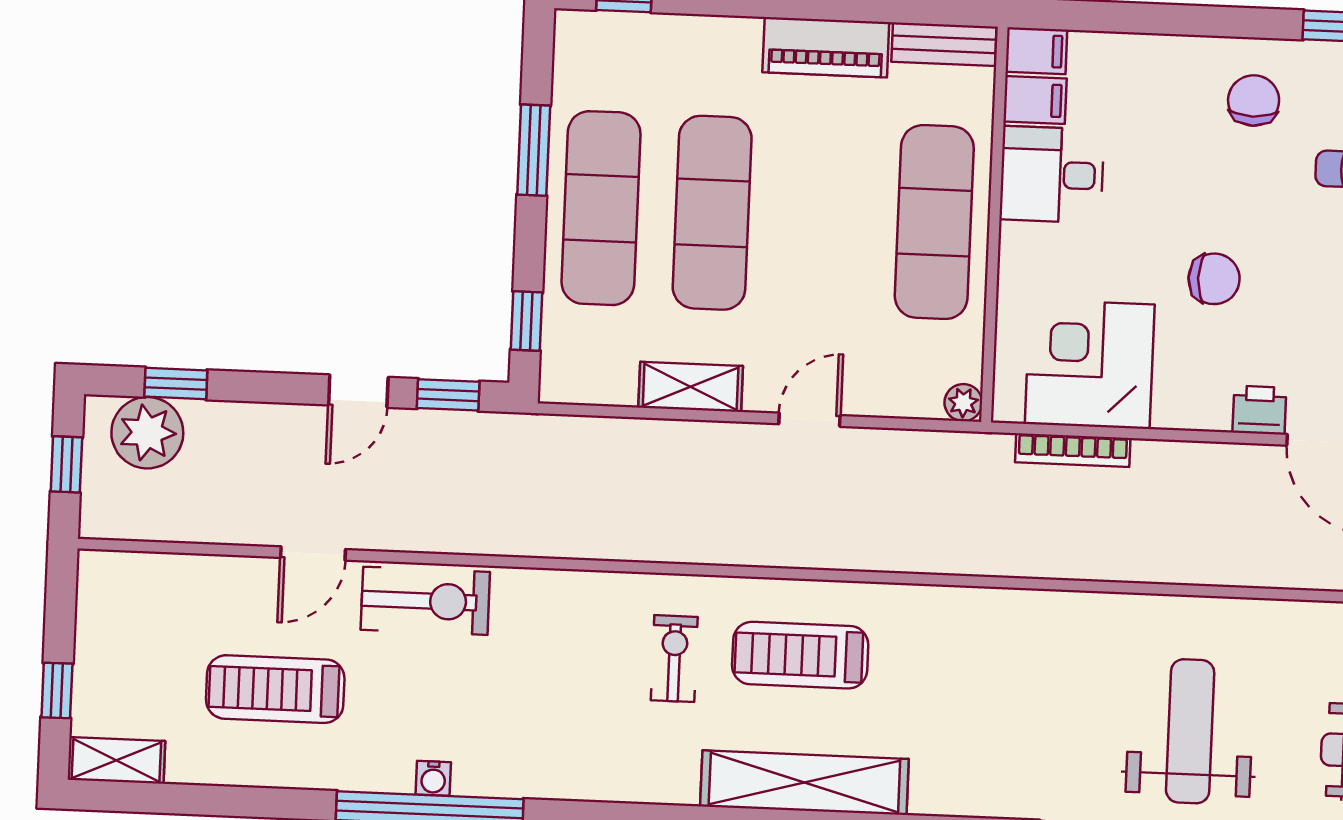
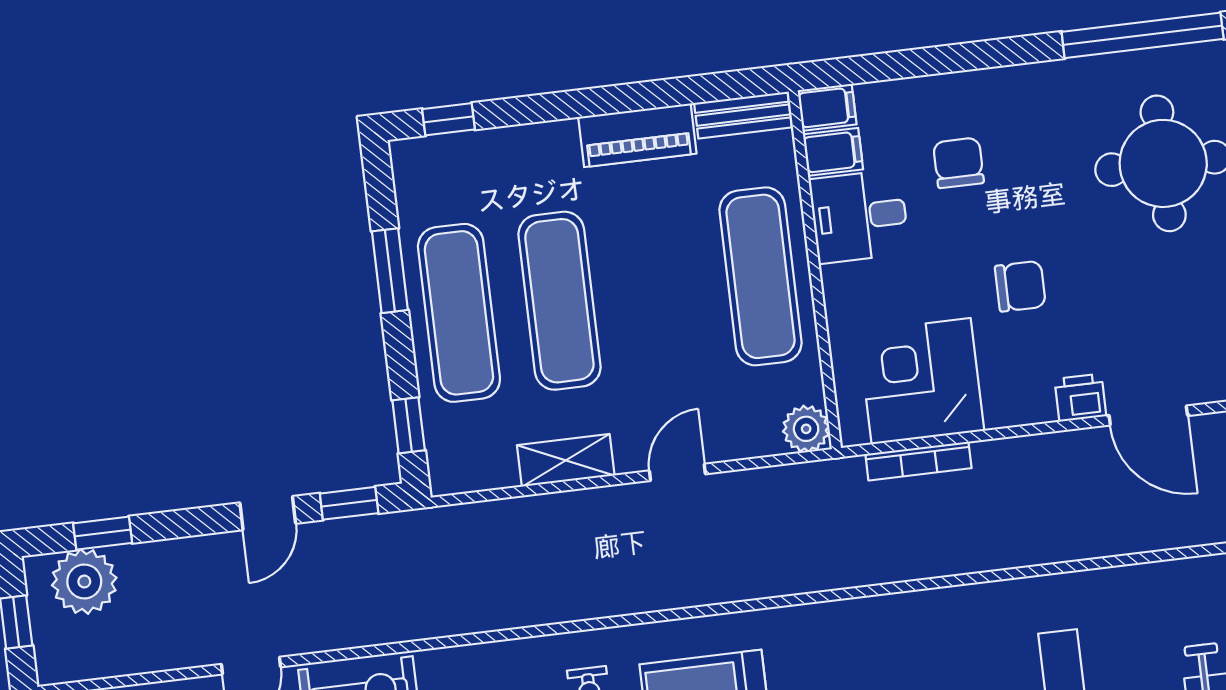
chair: (1254, 100) -> (958, 163), moved
plant: (963, 403) -> (806, 429), width x1.38, depth x1.38

